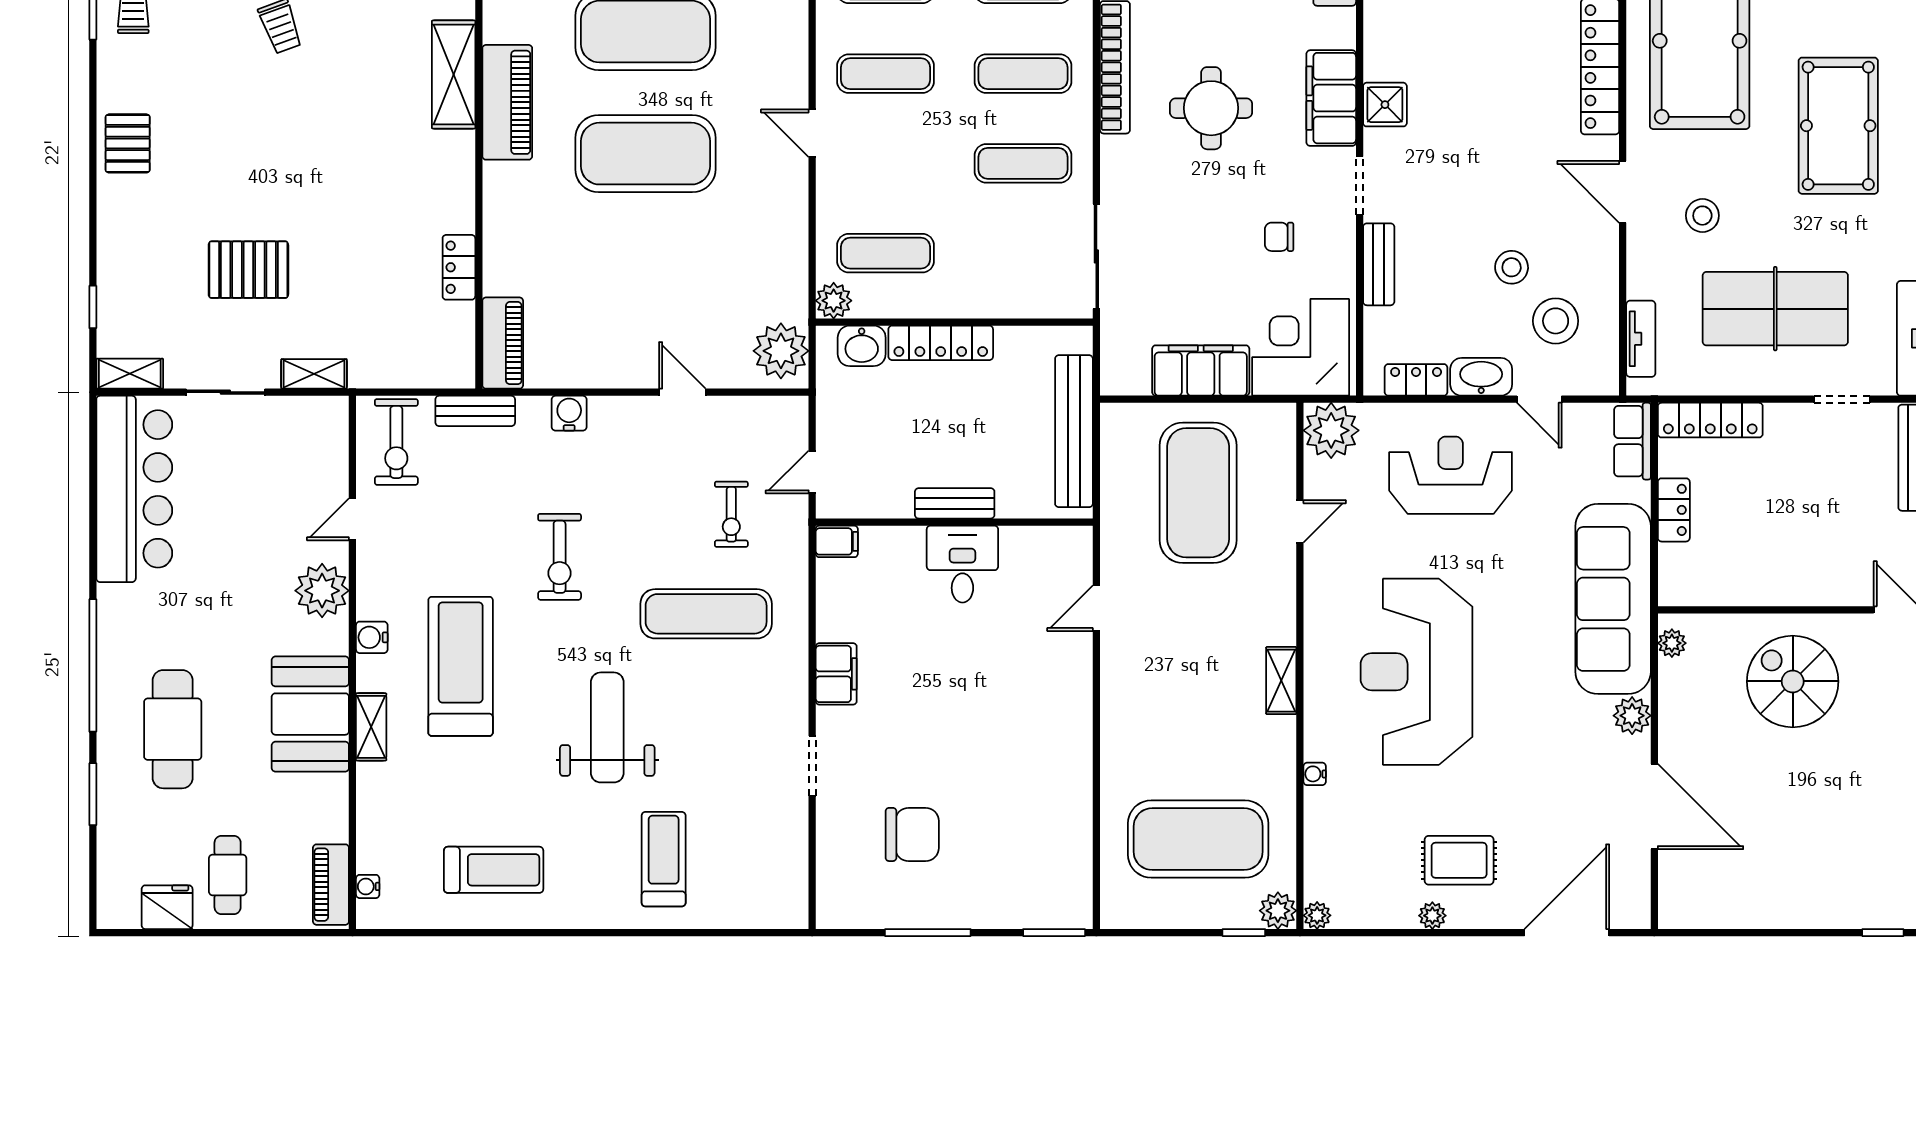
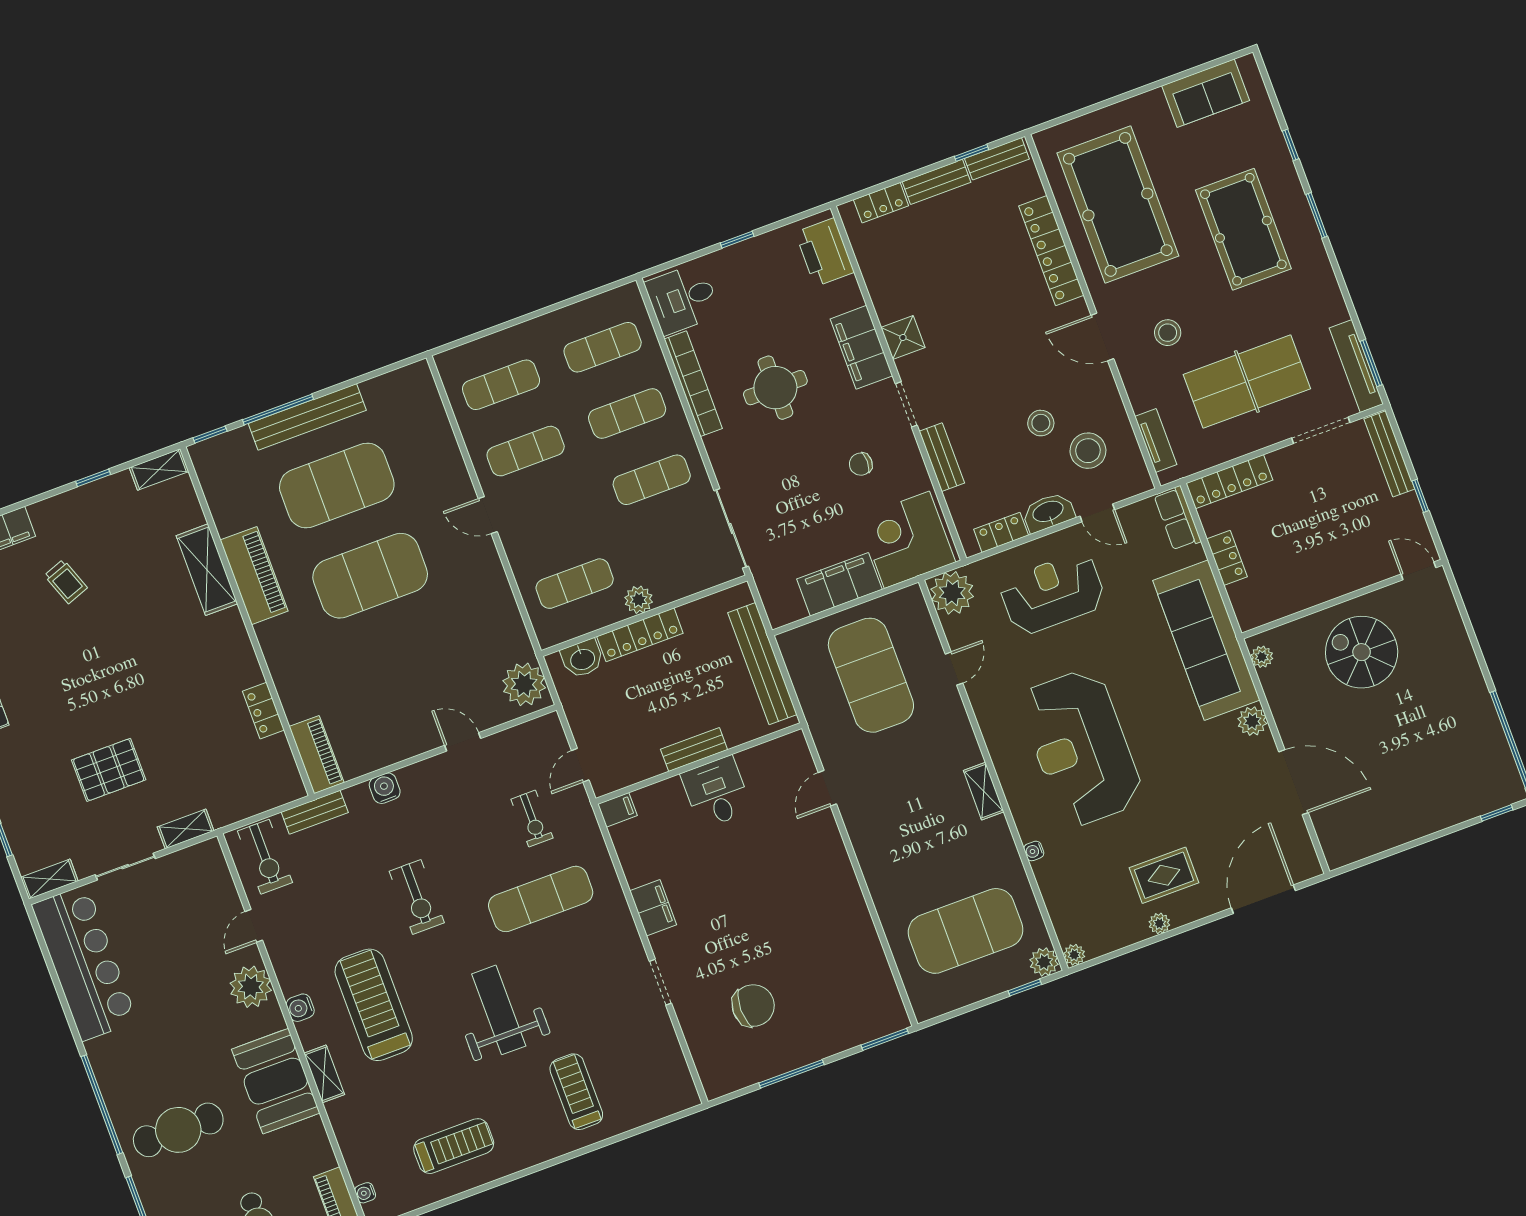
plant: (834, 301) -> (639, 600), moved
doorway: (1842, 399) -> (1321, 430), width x1.38
cafe table: (173, 729) -> (178, 1130), turned 90

